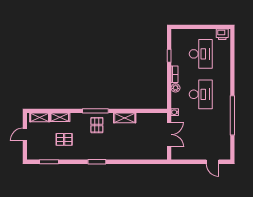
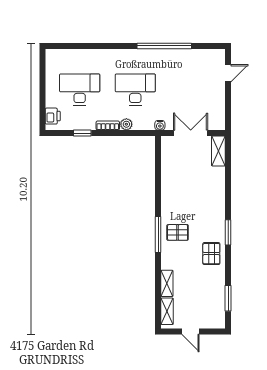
printer: (222, 34) -> (53, 116), moved
shelving: (125, 118) -> (218, 151), moved
pallet: (64, 139) -> (211, 254), moved

